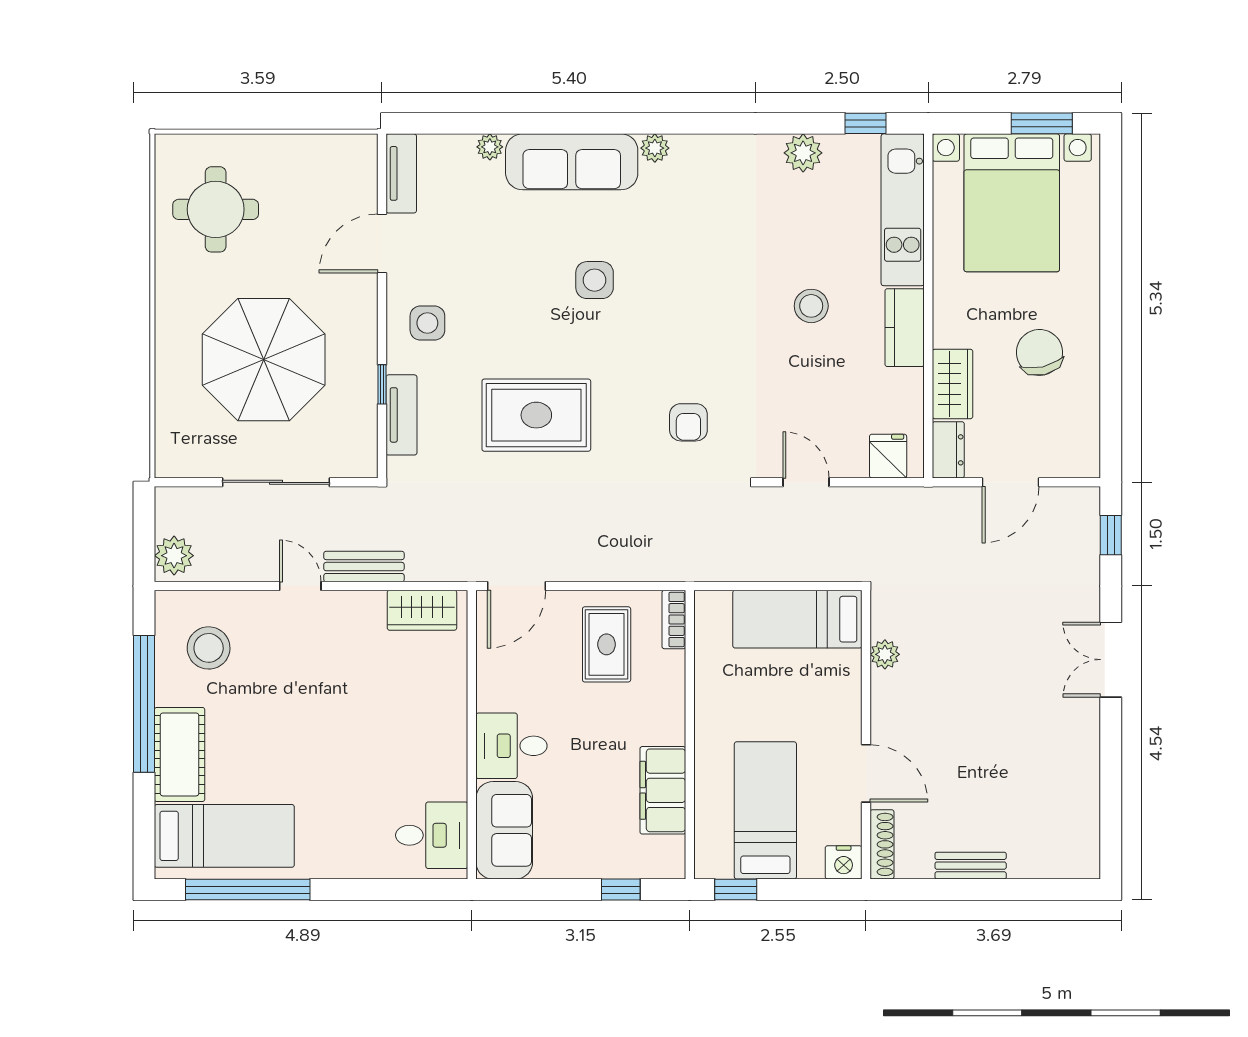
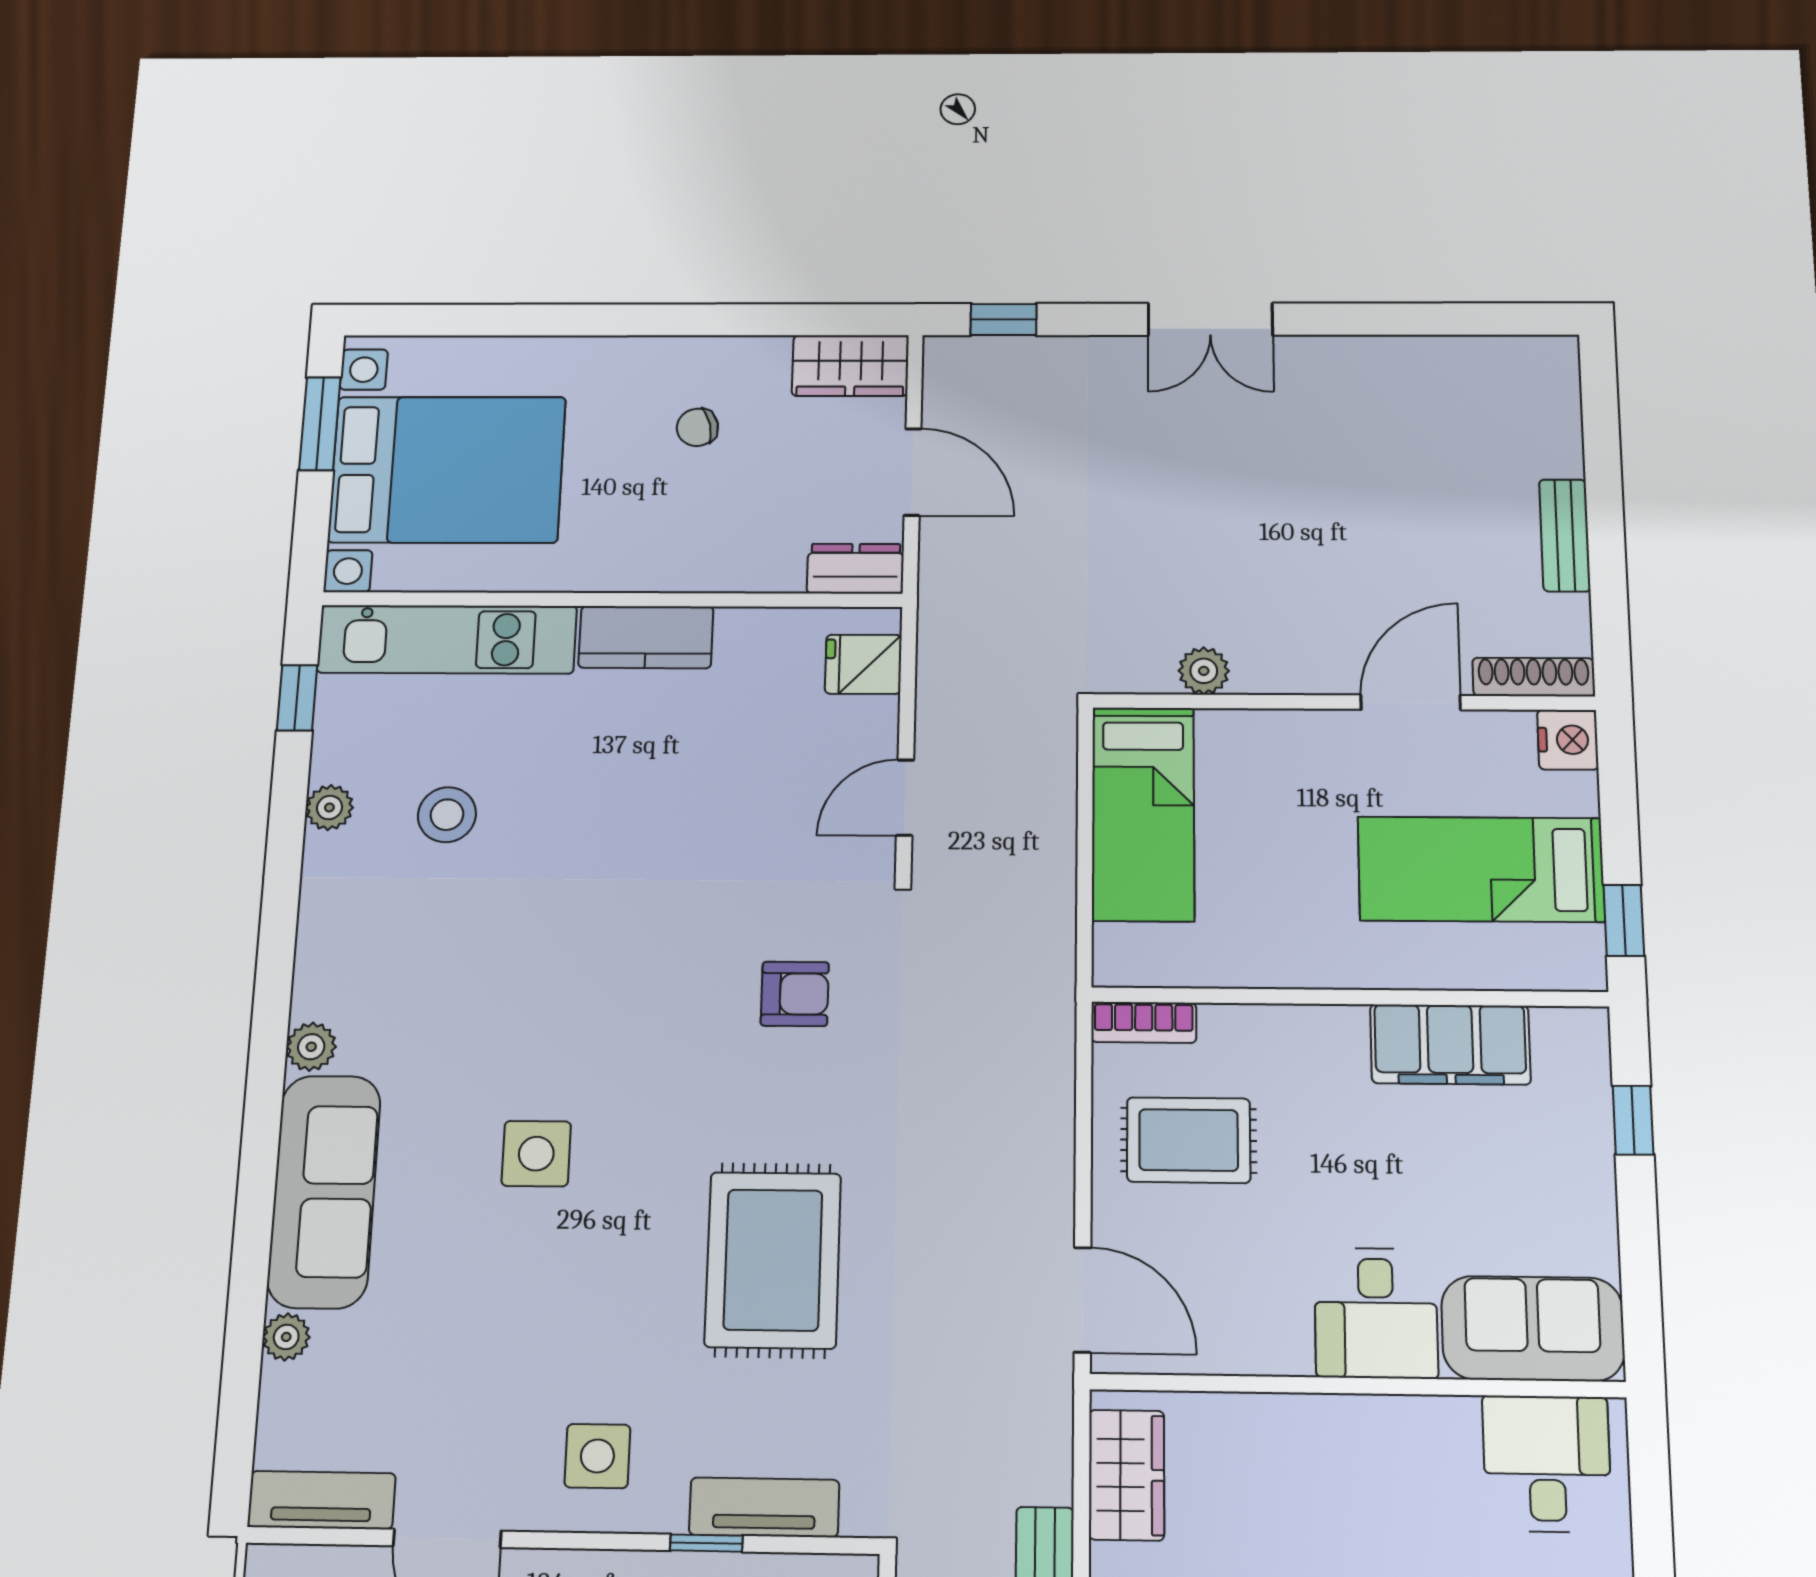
plant: (803, 153) -> (329, 808), width x0.73, depth x0.73
stool: (811, 306) -> (447, 815), moved
chair: (1040, 352) -> (697, 427), width x0.54, depth x0.54
wardrobe: (953, 384) -> (850, 366), moved, turned 180

